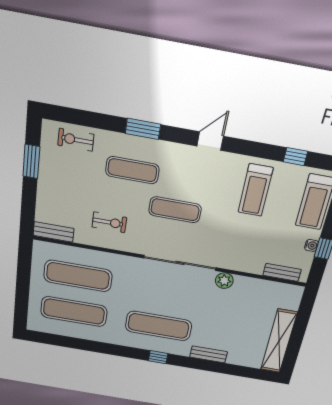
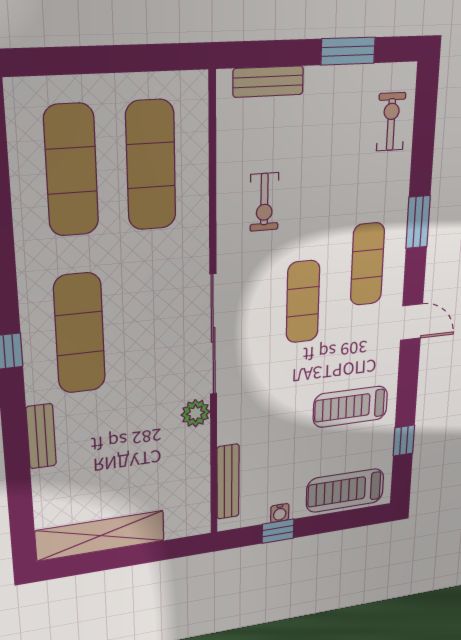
exercise mat: (132, 170) -> (367, 264), moved
bench: (53, 232) -> (268, 82), moved, turned 90
bench: (282, 272) -> (228, 482), width x1.36

